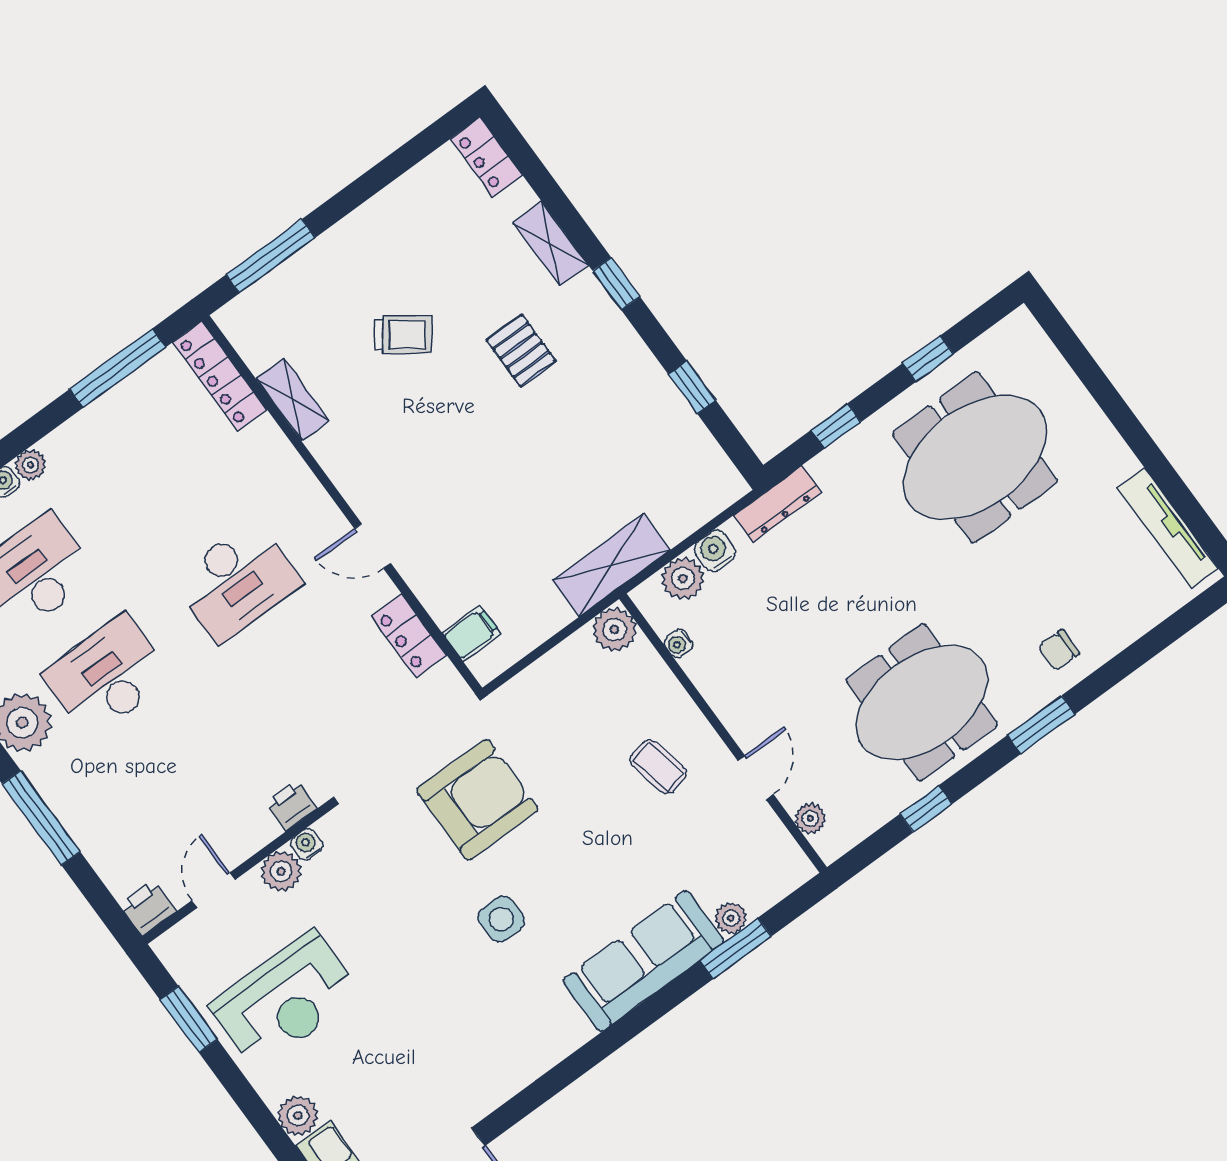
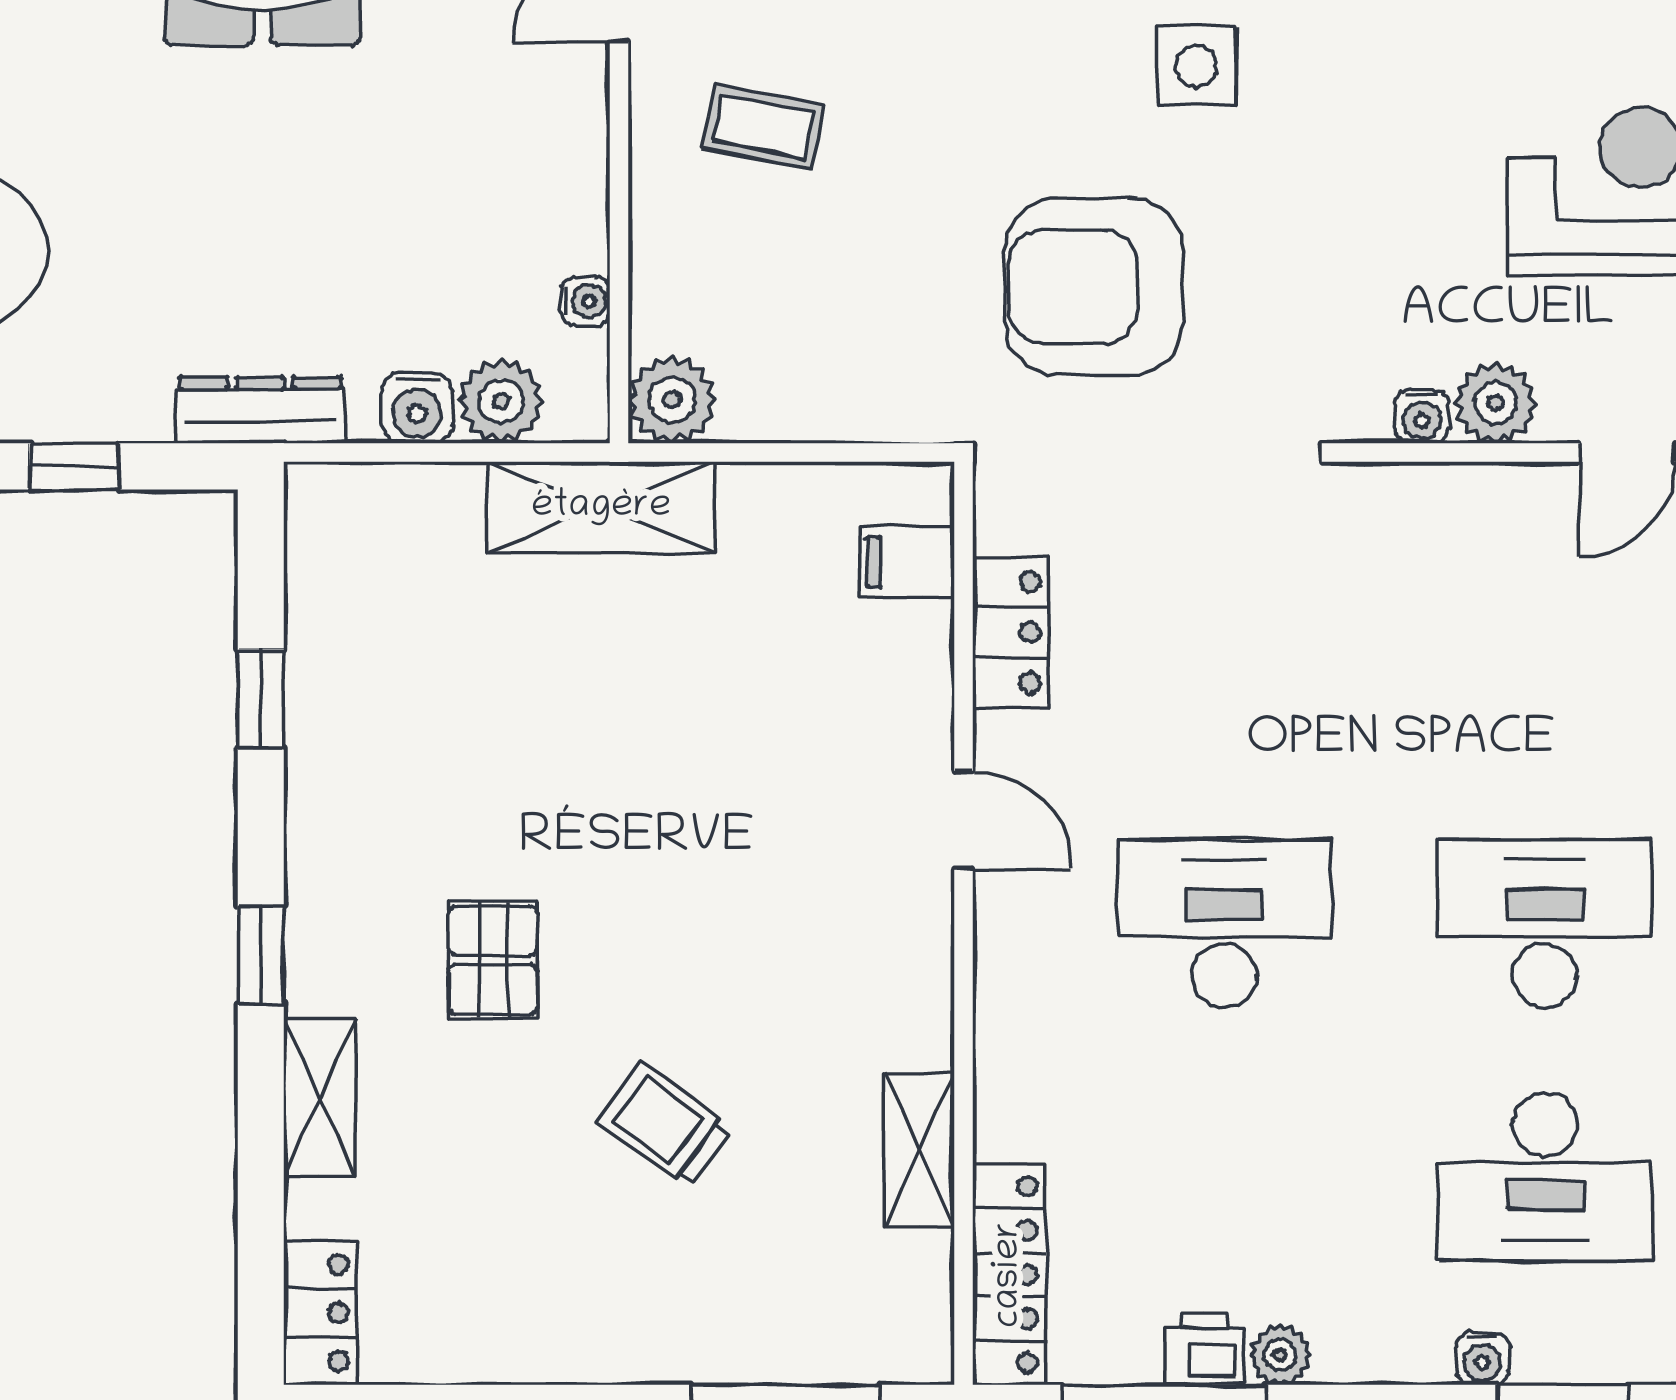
plant: (30, 465) -> (1280, 1355), moved
desk: (107, 676) -> (1545, 923), turned 180
coffee table: (658, 767) -> (763, 127), turned -67
printer: (291, 805) -> (1205, 1349), moved, turned 180

